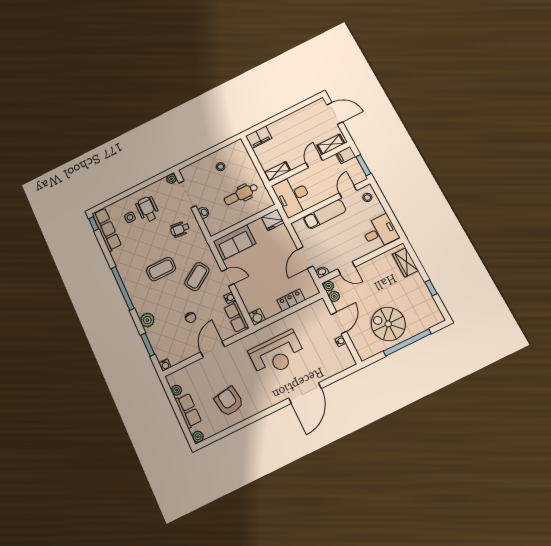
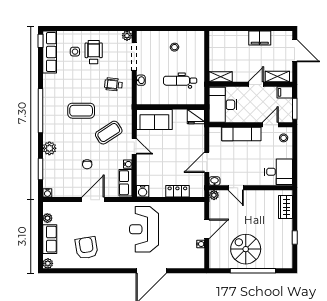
filing cabinet: (259, 137) -> (260, 38), moved
plant: (334, 296) -> (214, 206), removed
reception desk: (277, 354) -> (144, 229), turned 90

